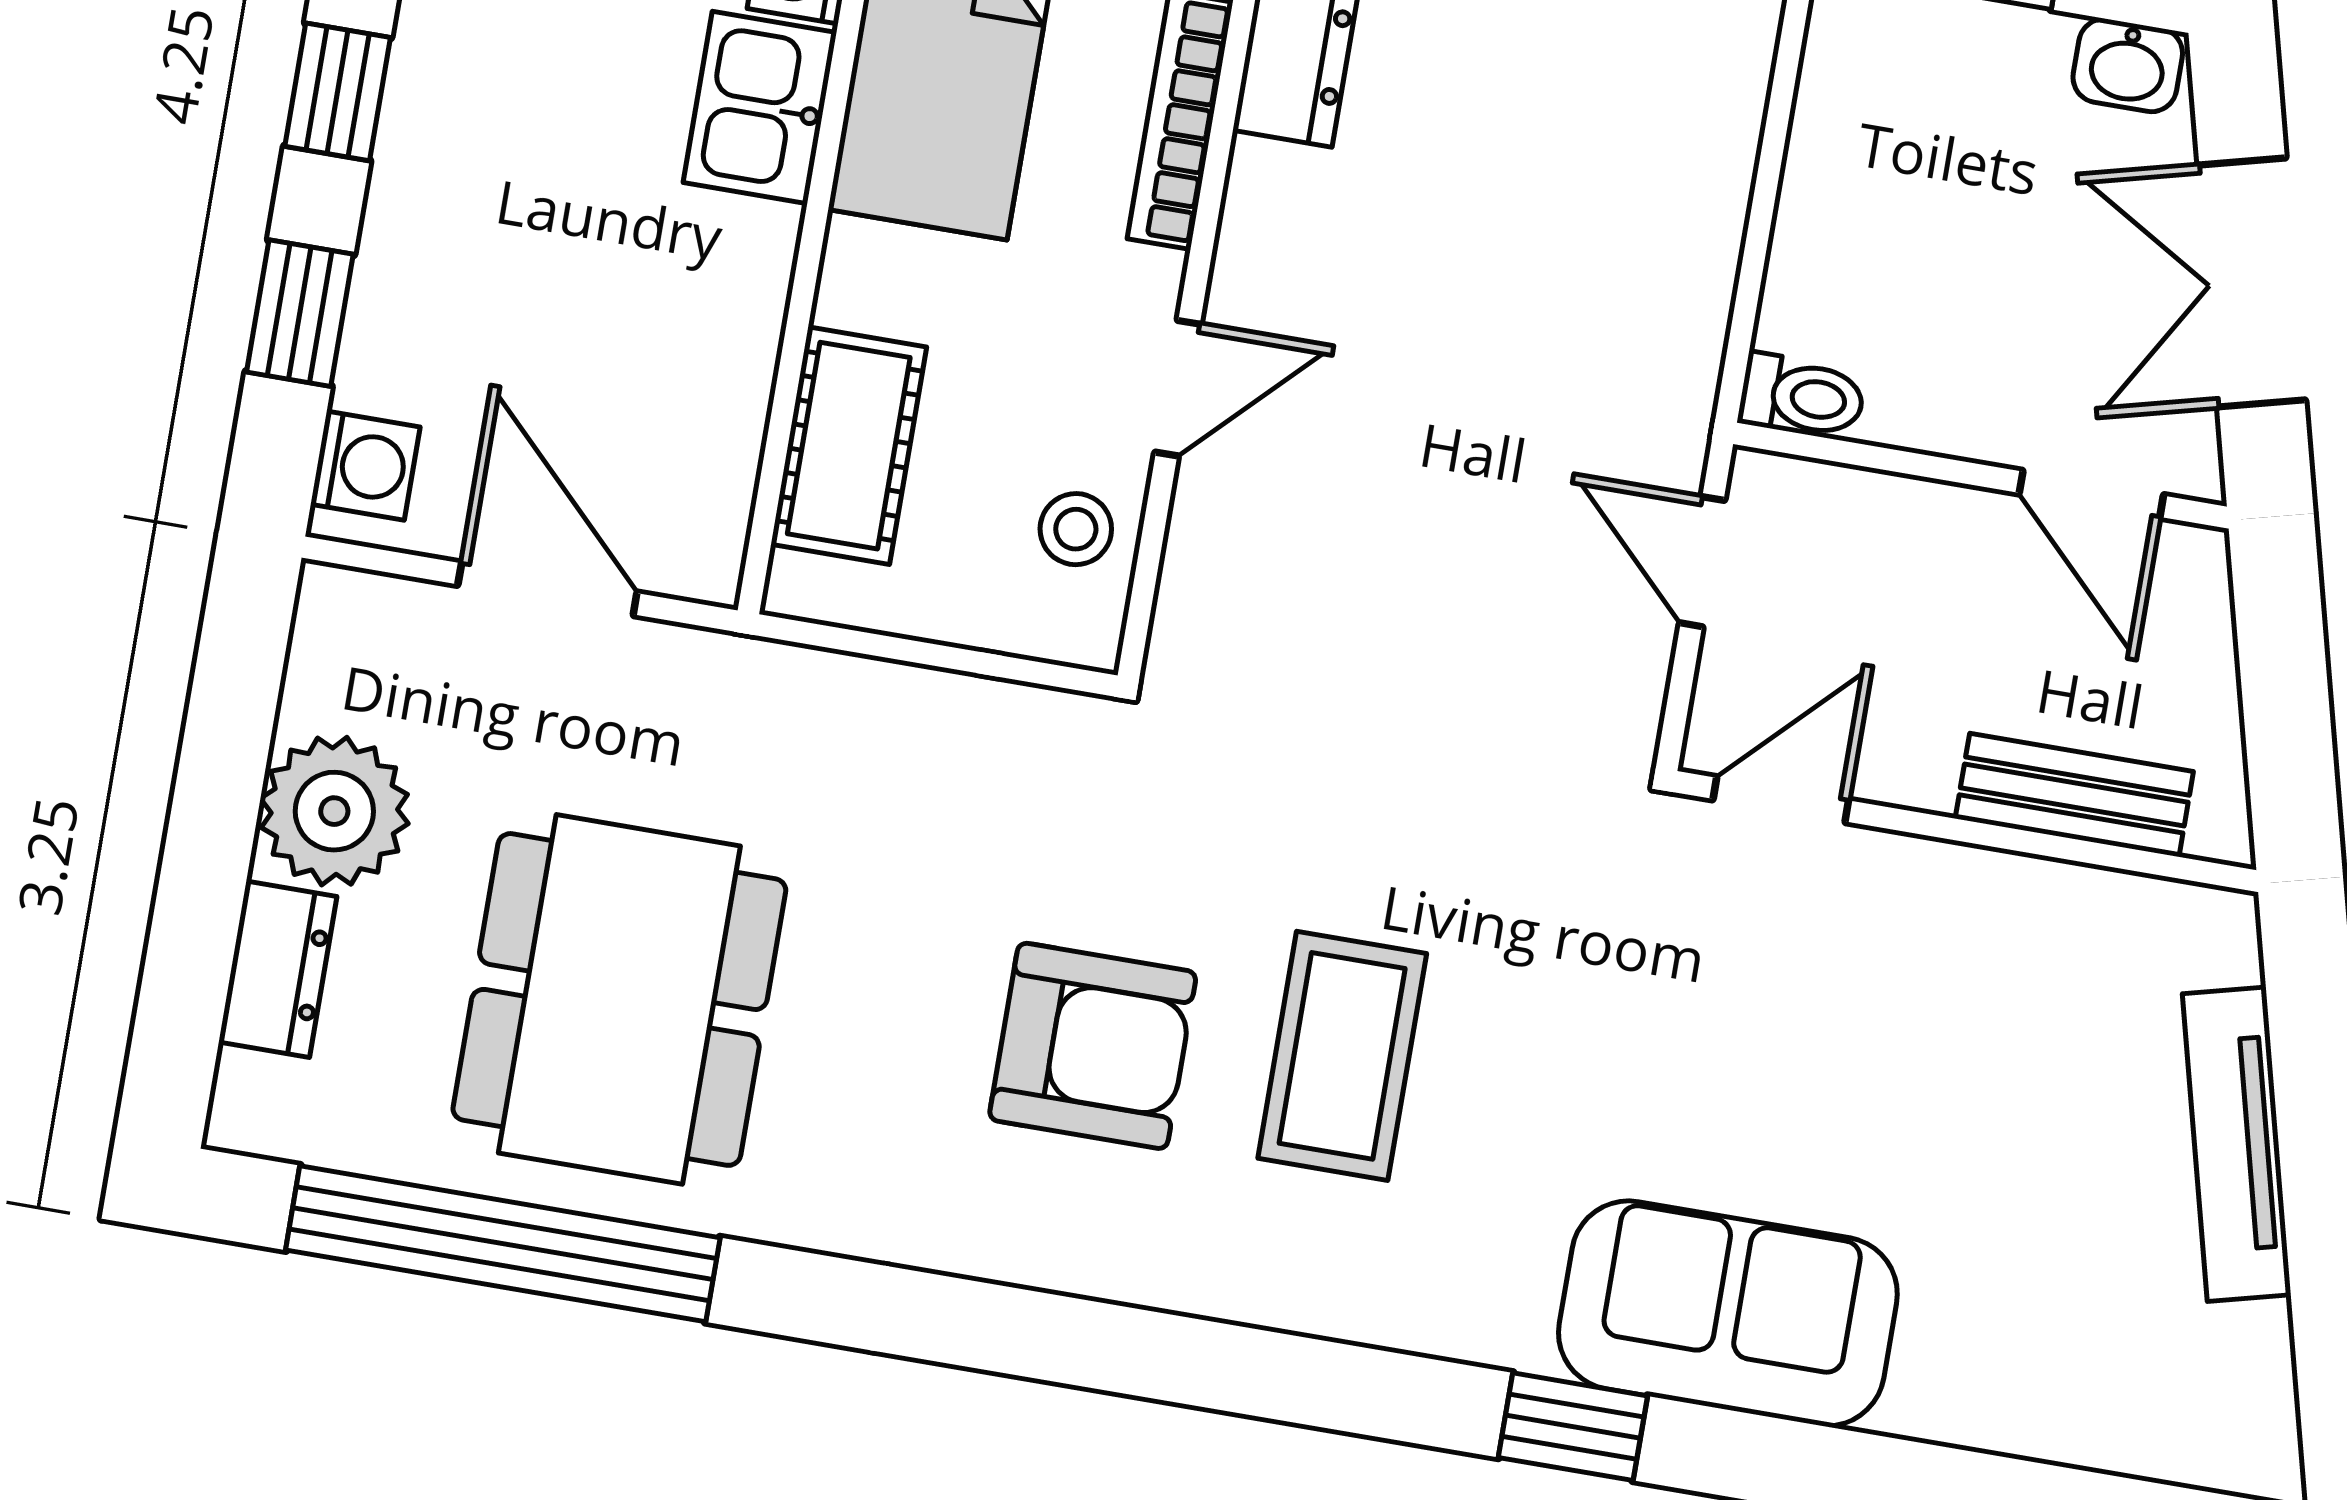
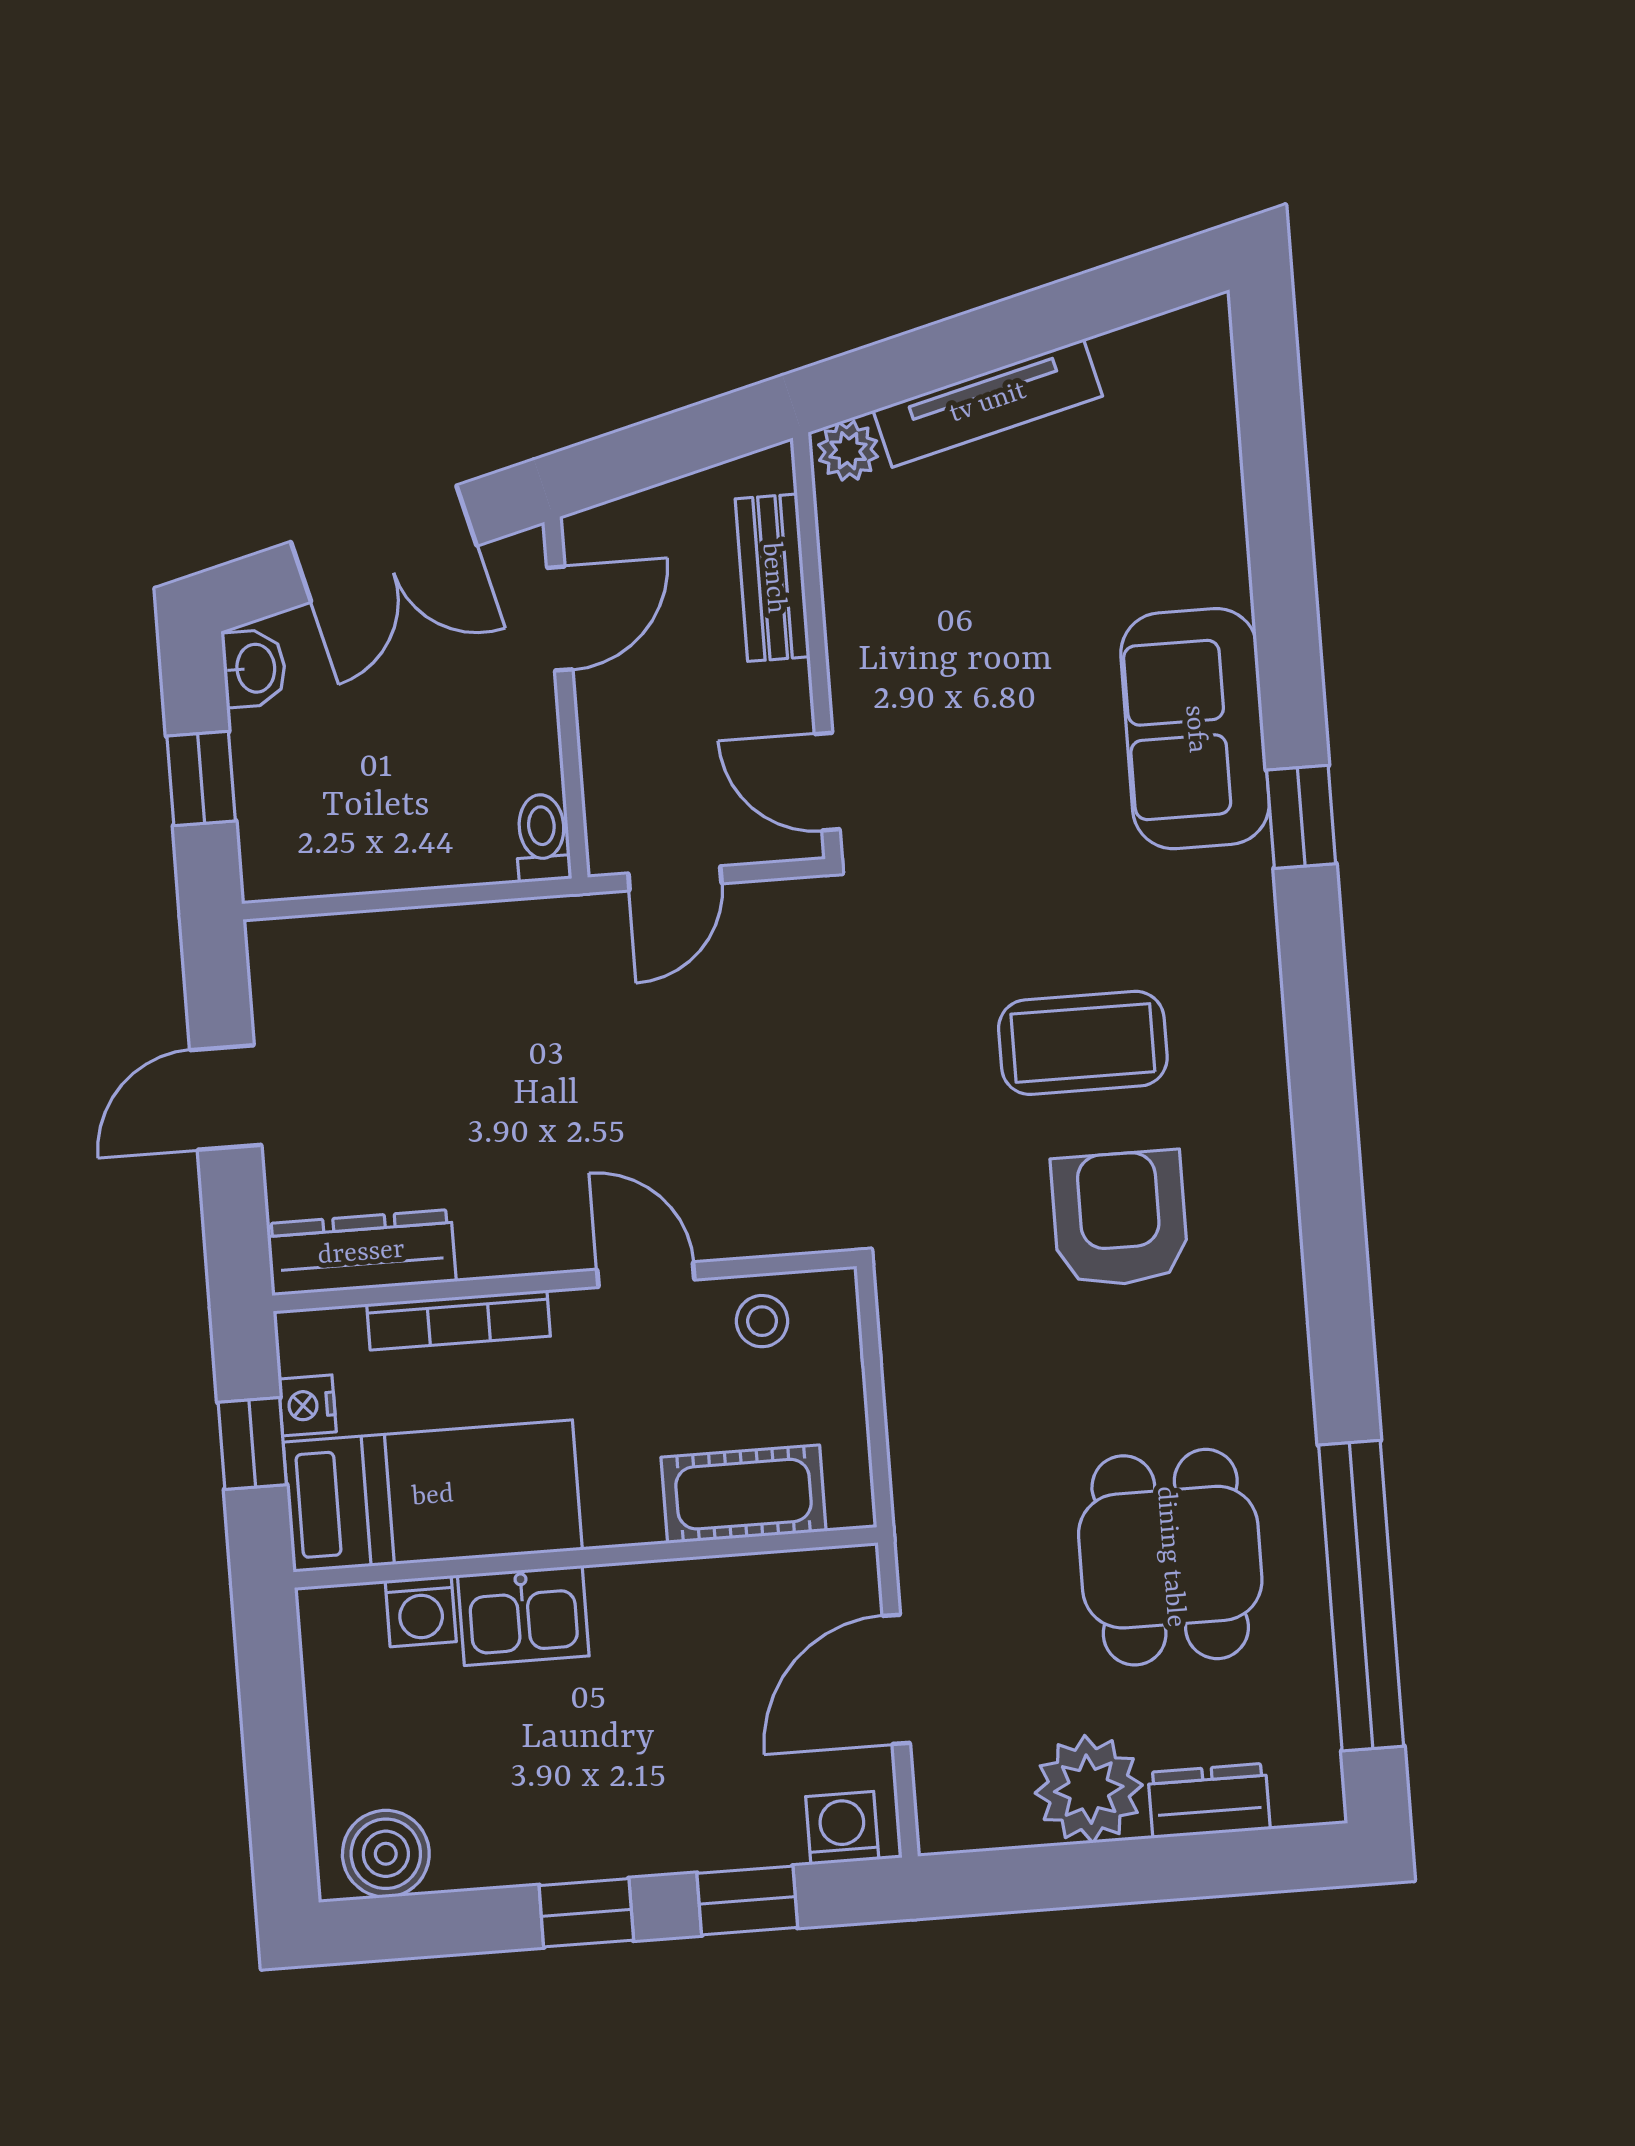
plant: (2220, 940) -> (848, 451), added
dining table: (619, 999) -> (1170, 1557), width x0.73

